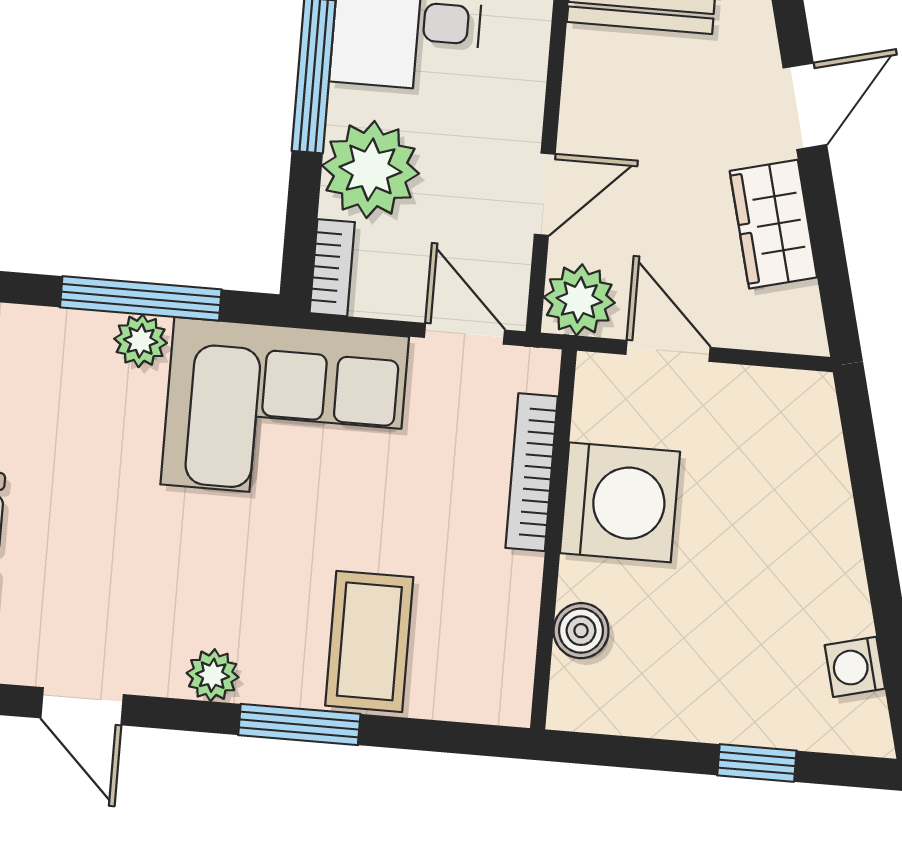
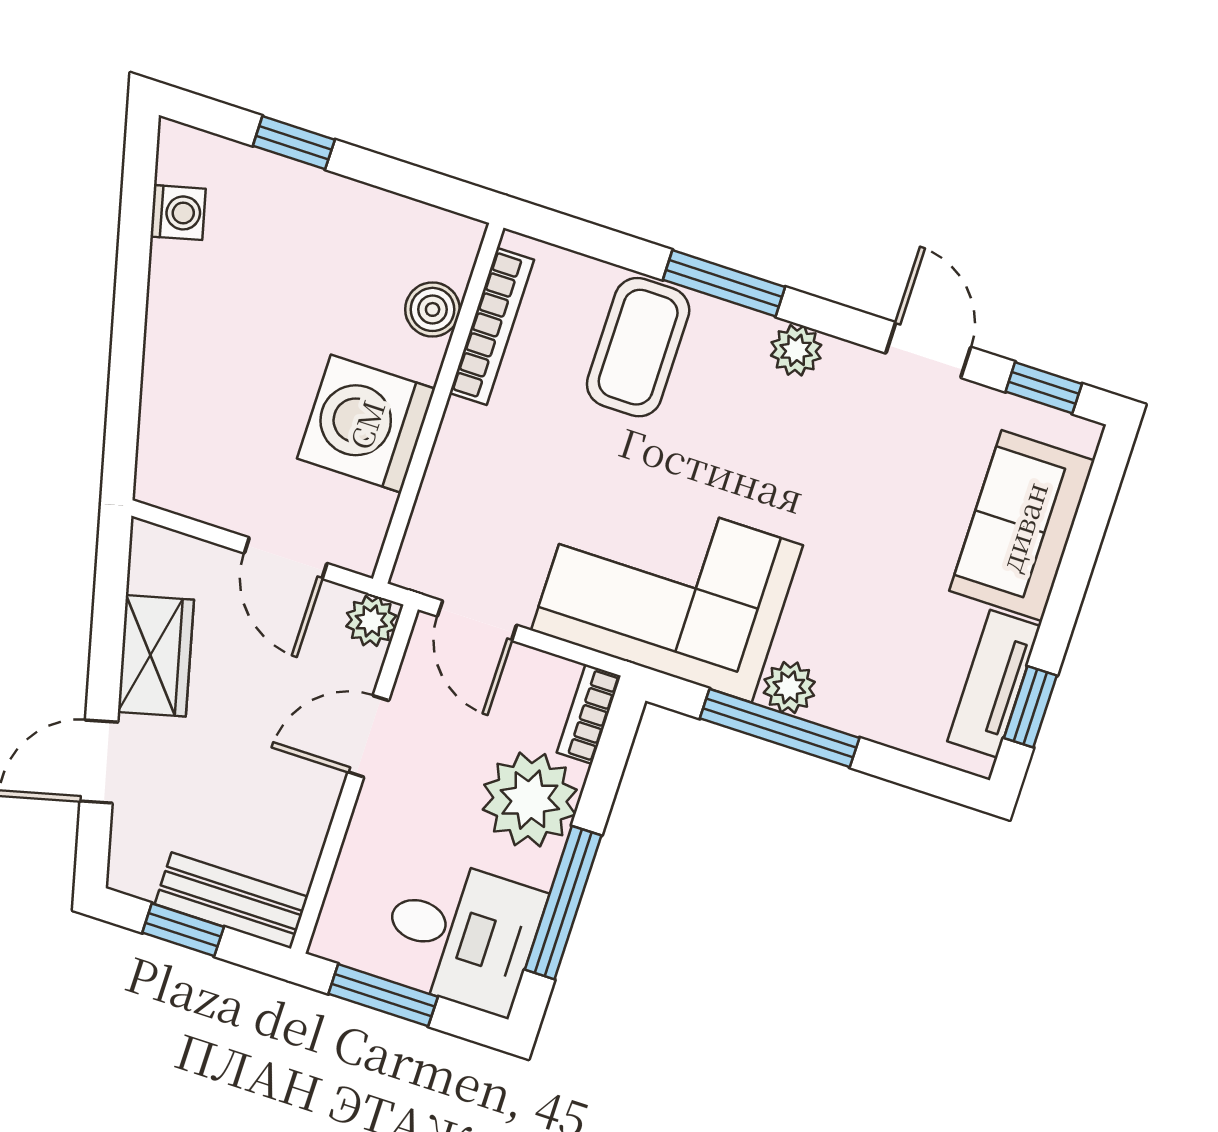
plant: (579, 300) -> (371, 621), width x0.73, depth x0.73
bookcase: (532, 472) -> (492, 326), moved

